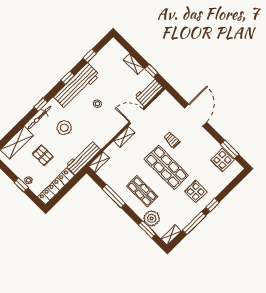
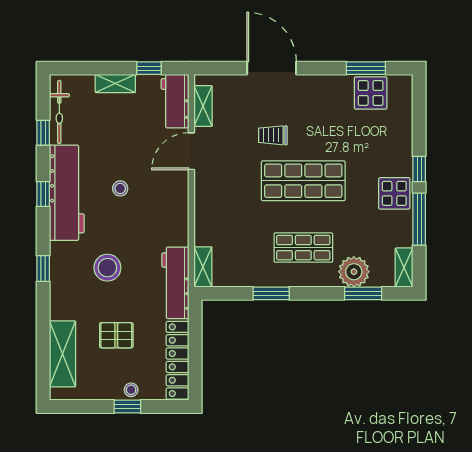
bicycle: (39, 118) -> (59, 112), moved
shelving: (124, 137) -> (203, 106), moved
display table: (196, 192) -> (394, 193), moved
window: (114, 196) -> (271, 293), width x0.69

